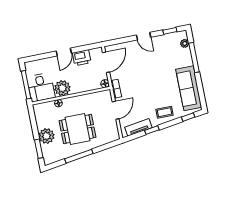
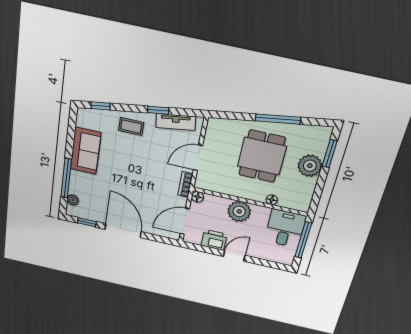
door: (144, 36) -> (123, 231), width x1.88
plant: (62, 88) -> (239, 211), moved
sofa: (189, 88) -> (85, 151), width x0.73
dining table: (78, 129) -> (262, 156), turned 90

